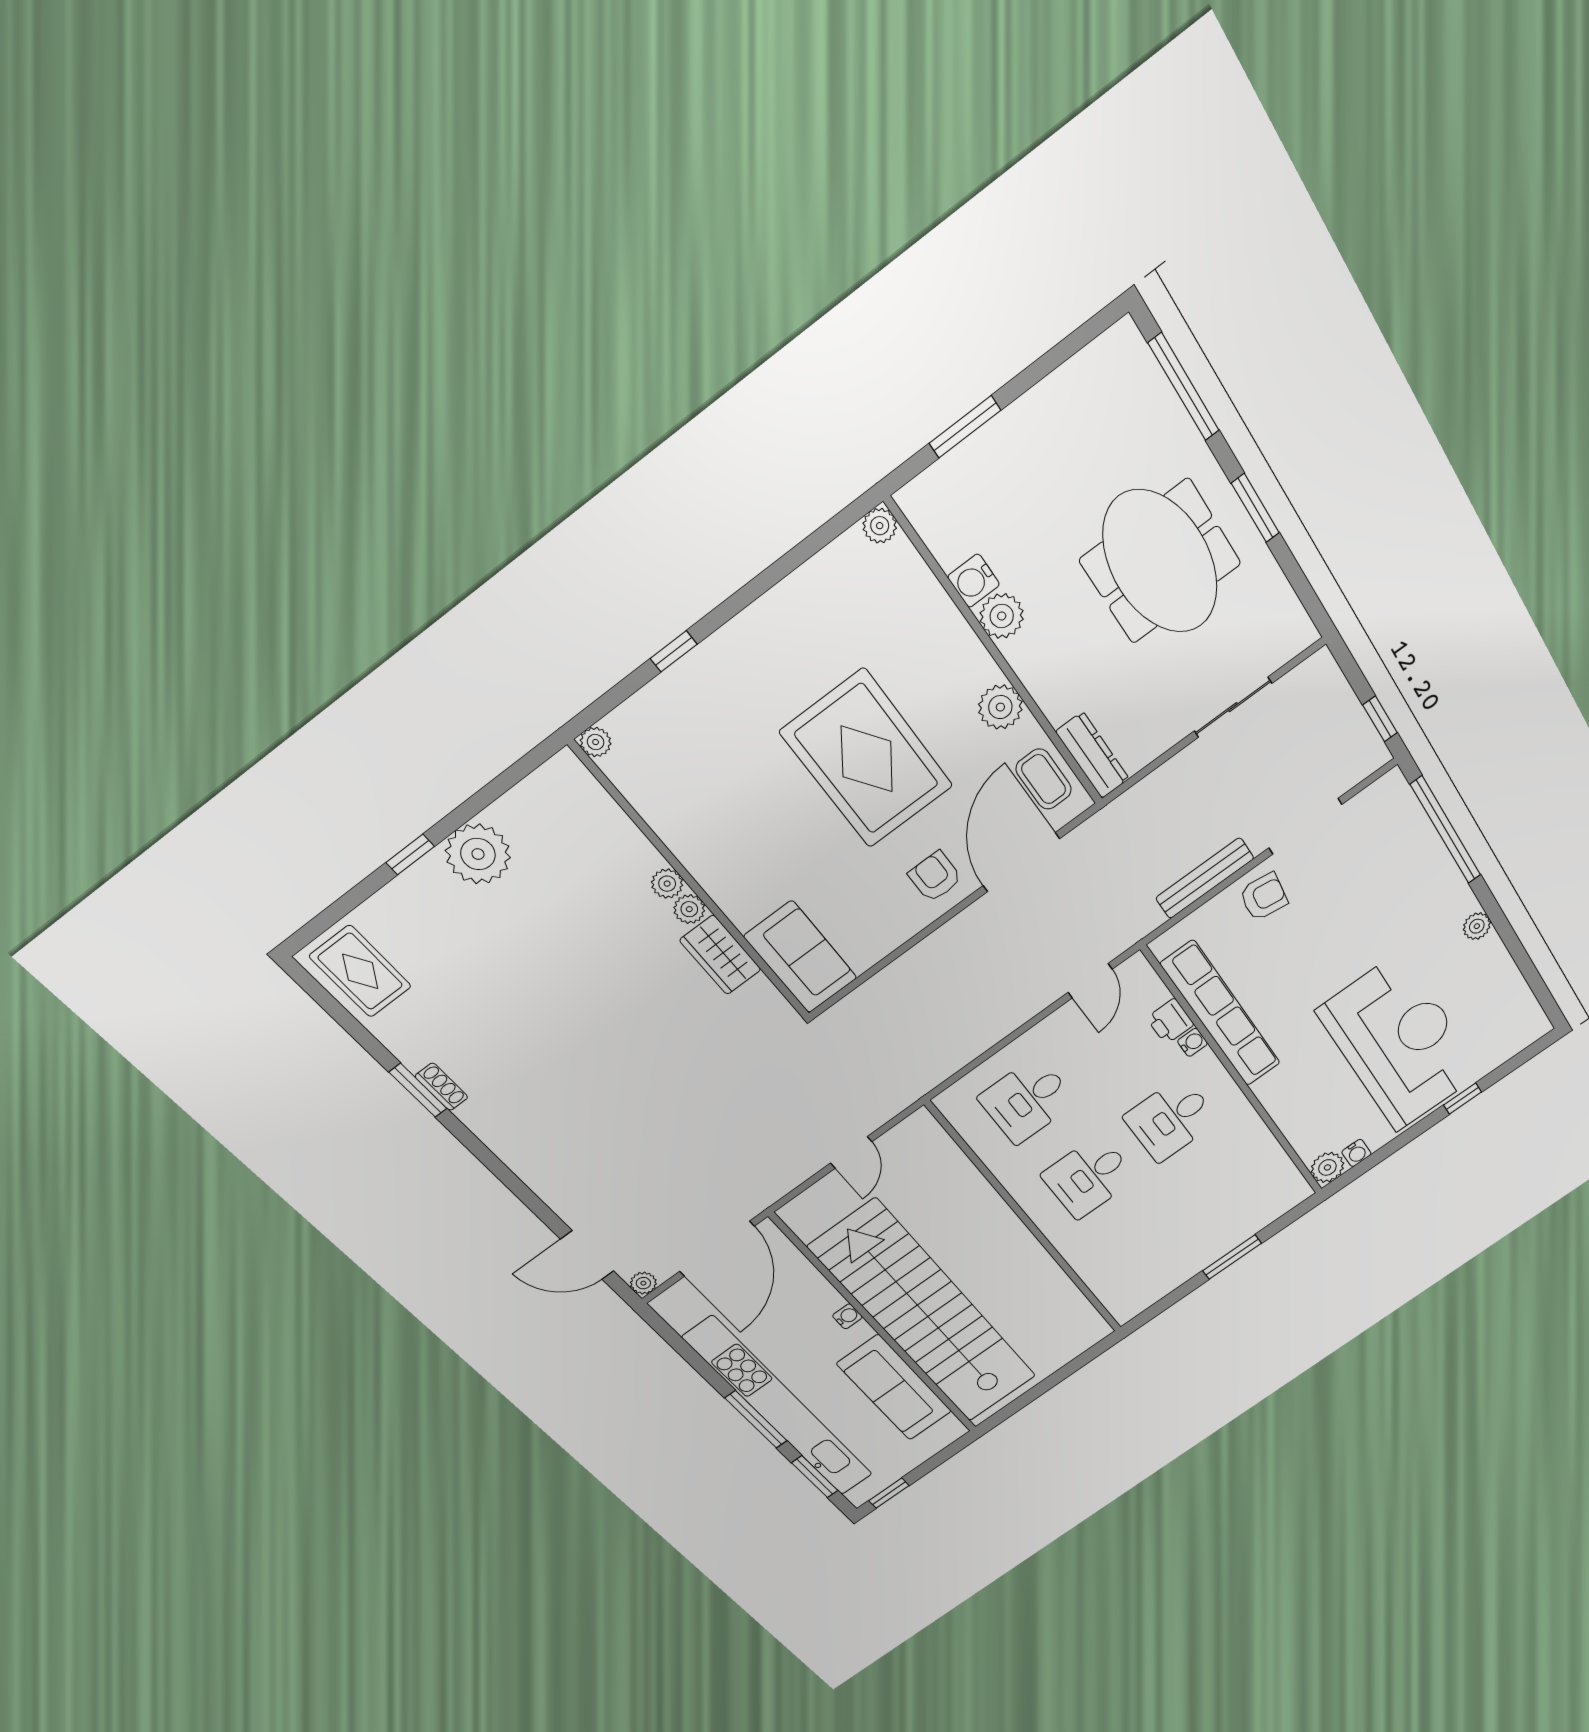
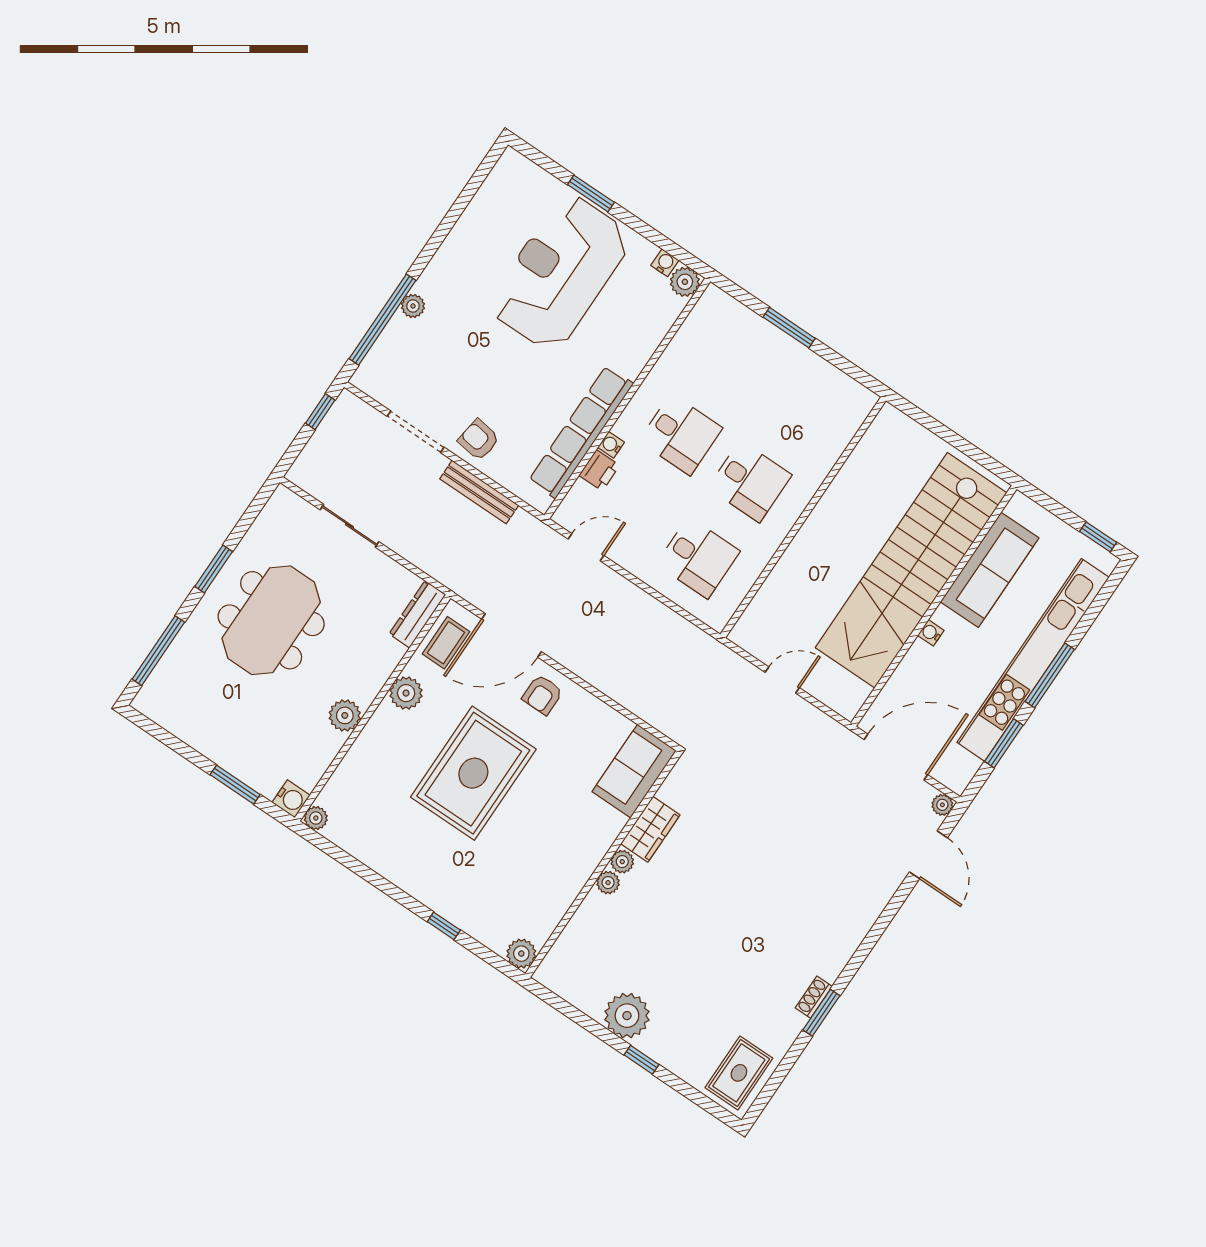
water cooler: (974, 581) -> (291, 799), moved
plant: (596, 742) -> (521, 954), width x1.38, depth x1.38
plant: (1477, 926) -> (413, 306), moved
window: (1463, 1098) -> (591, 194), width x1.50
window: (815, 1477) -> (1004, 743), moved

